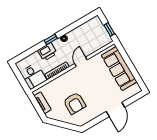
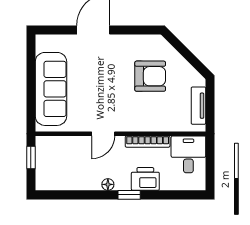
armchair: (74, 103) -> (150, 76), turned 90

